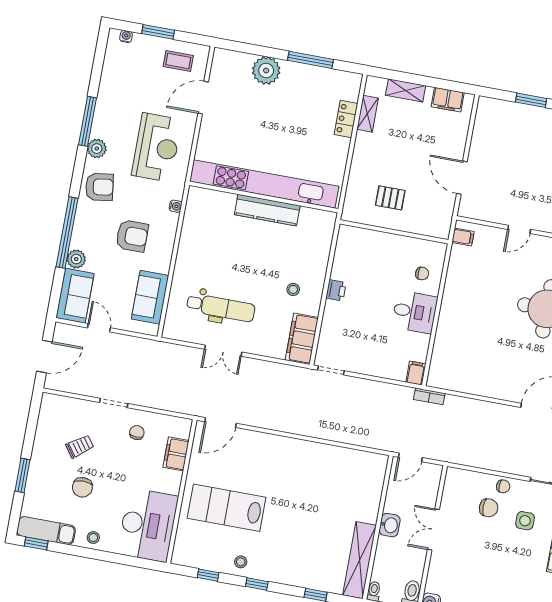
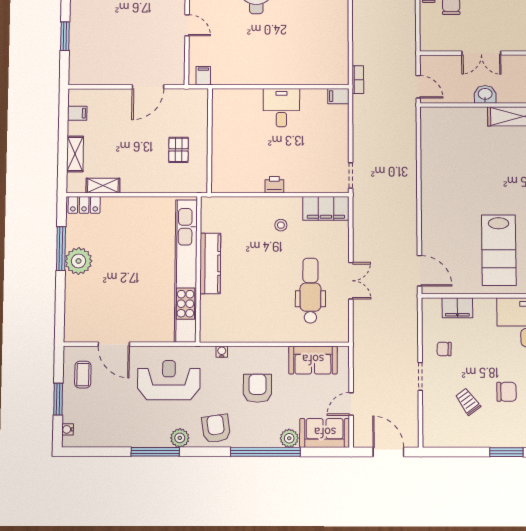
plant: (266, 71) -> (79, 261), moved
filing cabinet: (448, 100) -> (77, 113), width x0.50
locker: (346, 119) -> (84, 205), moved
chair: (422, 273) -> (244, 107), removed

